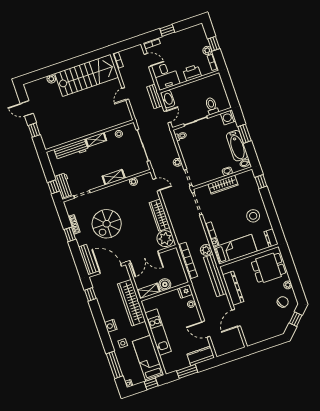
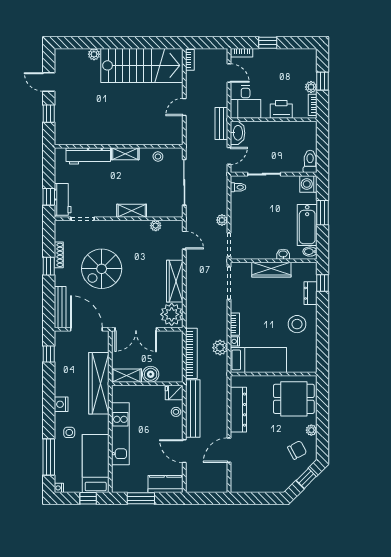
toilet: (212, 106) -> (310, 161), moved
dresser: (271, 238) -> (310, 293), moved
bench: (215, 275) -> (193, 409), moved

